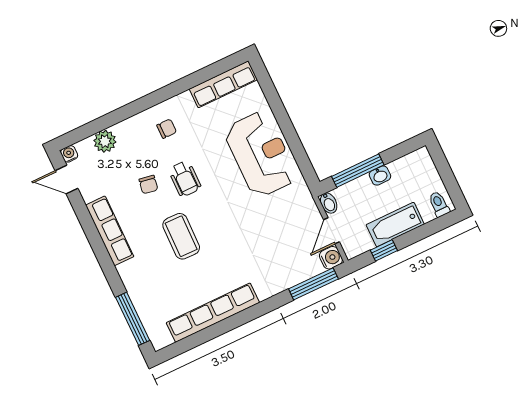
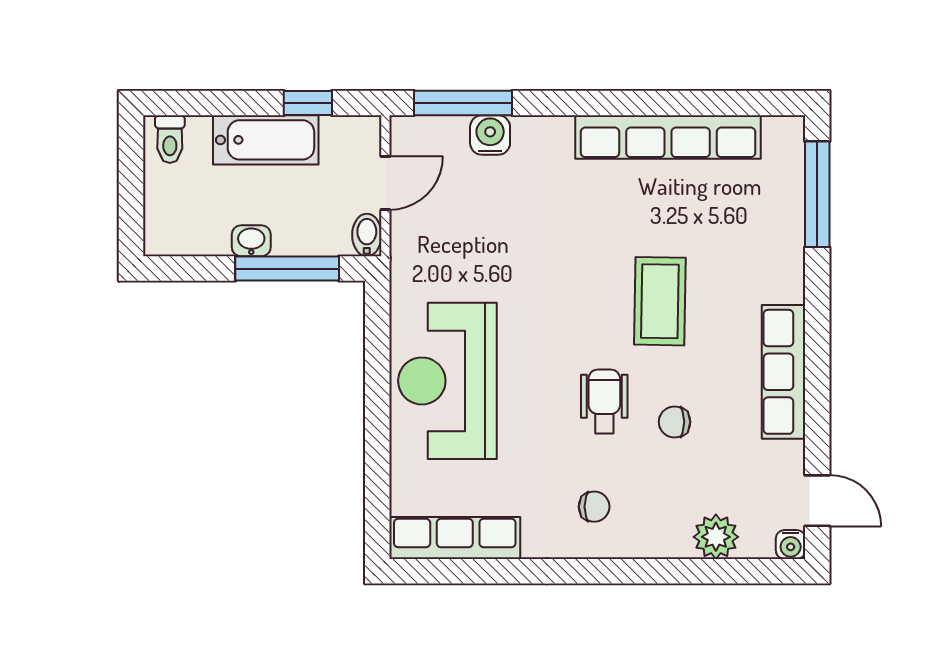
chair: (167, 129) -> (594, 507), turned 180
chair: (148, 185) -> (674, 422), turned -100
water cooler: (331, 258) -> (490, 135), moved, turned 90

